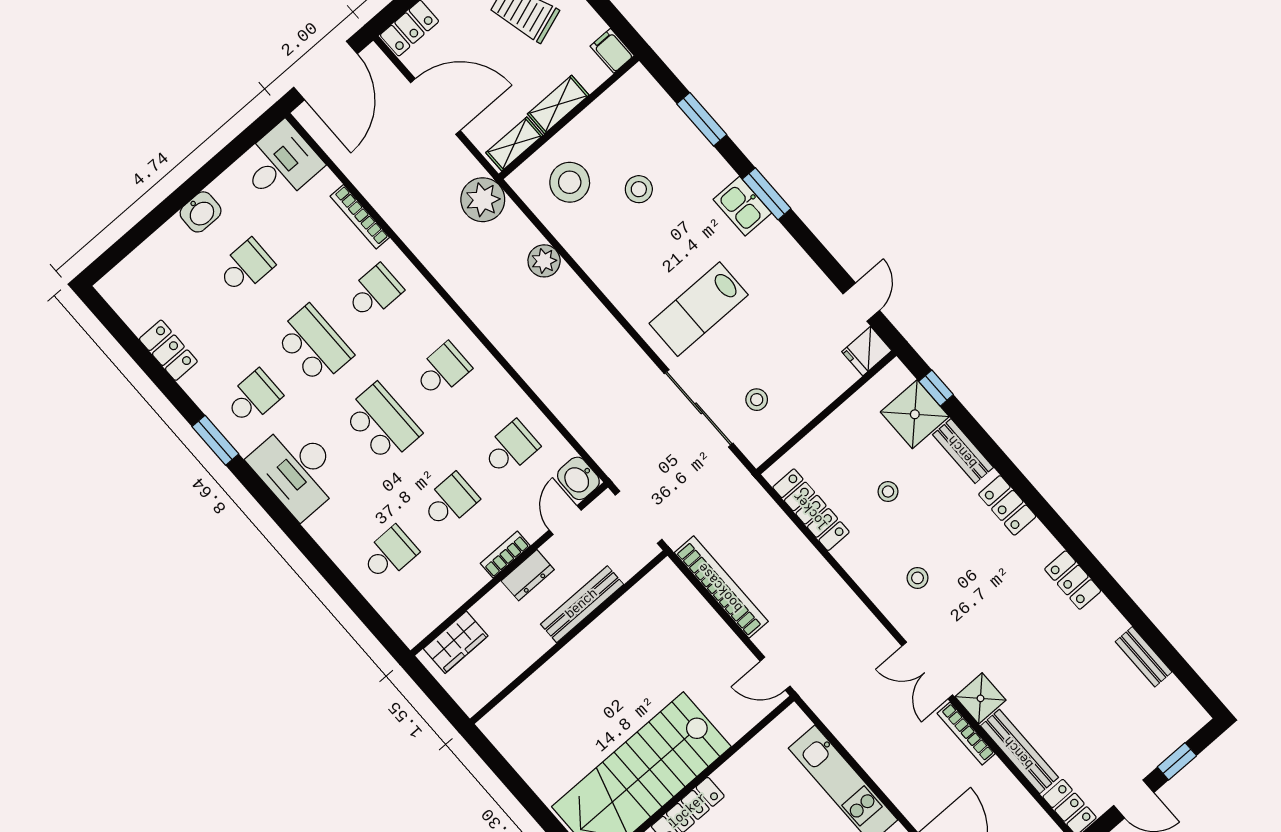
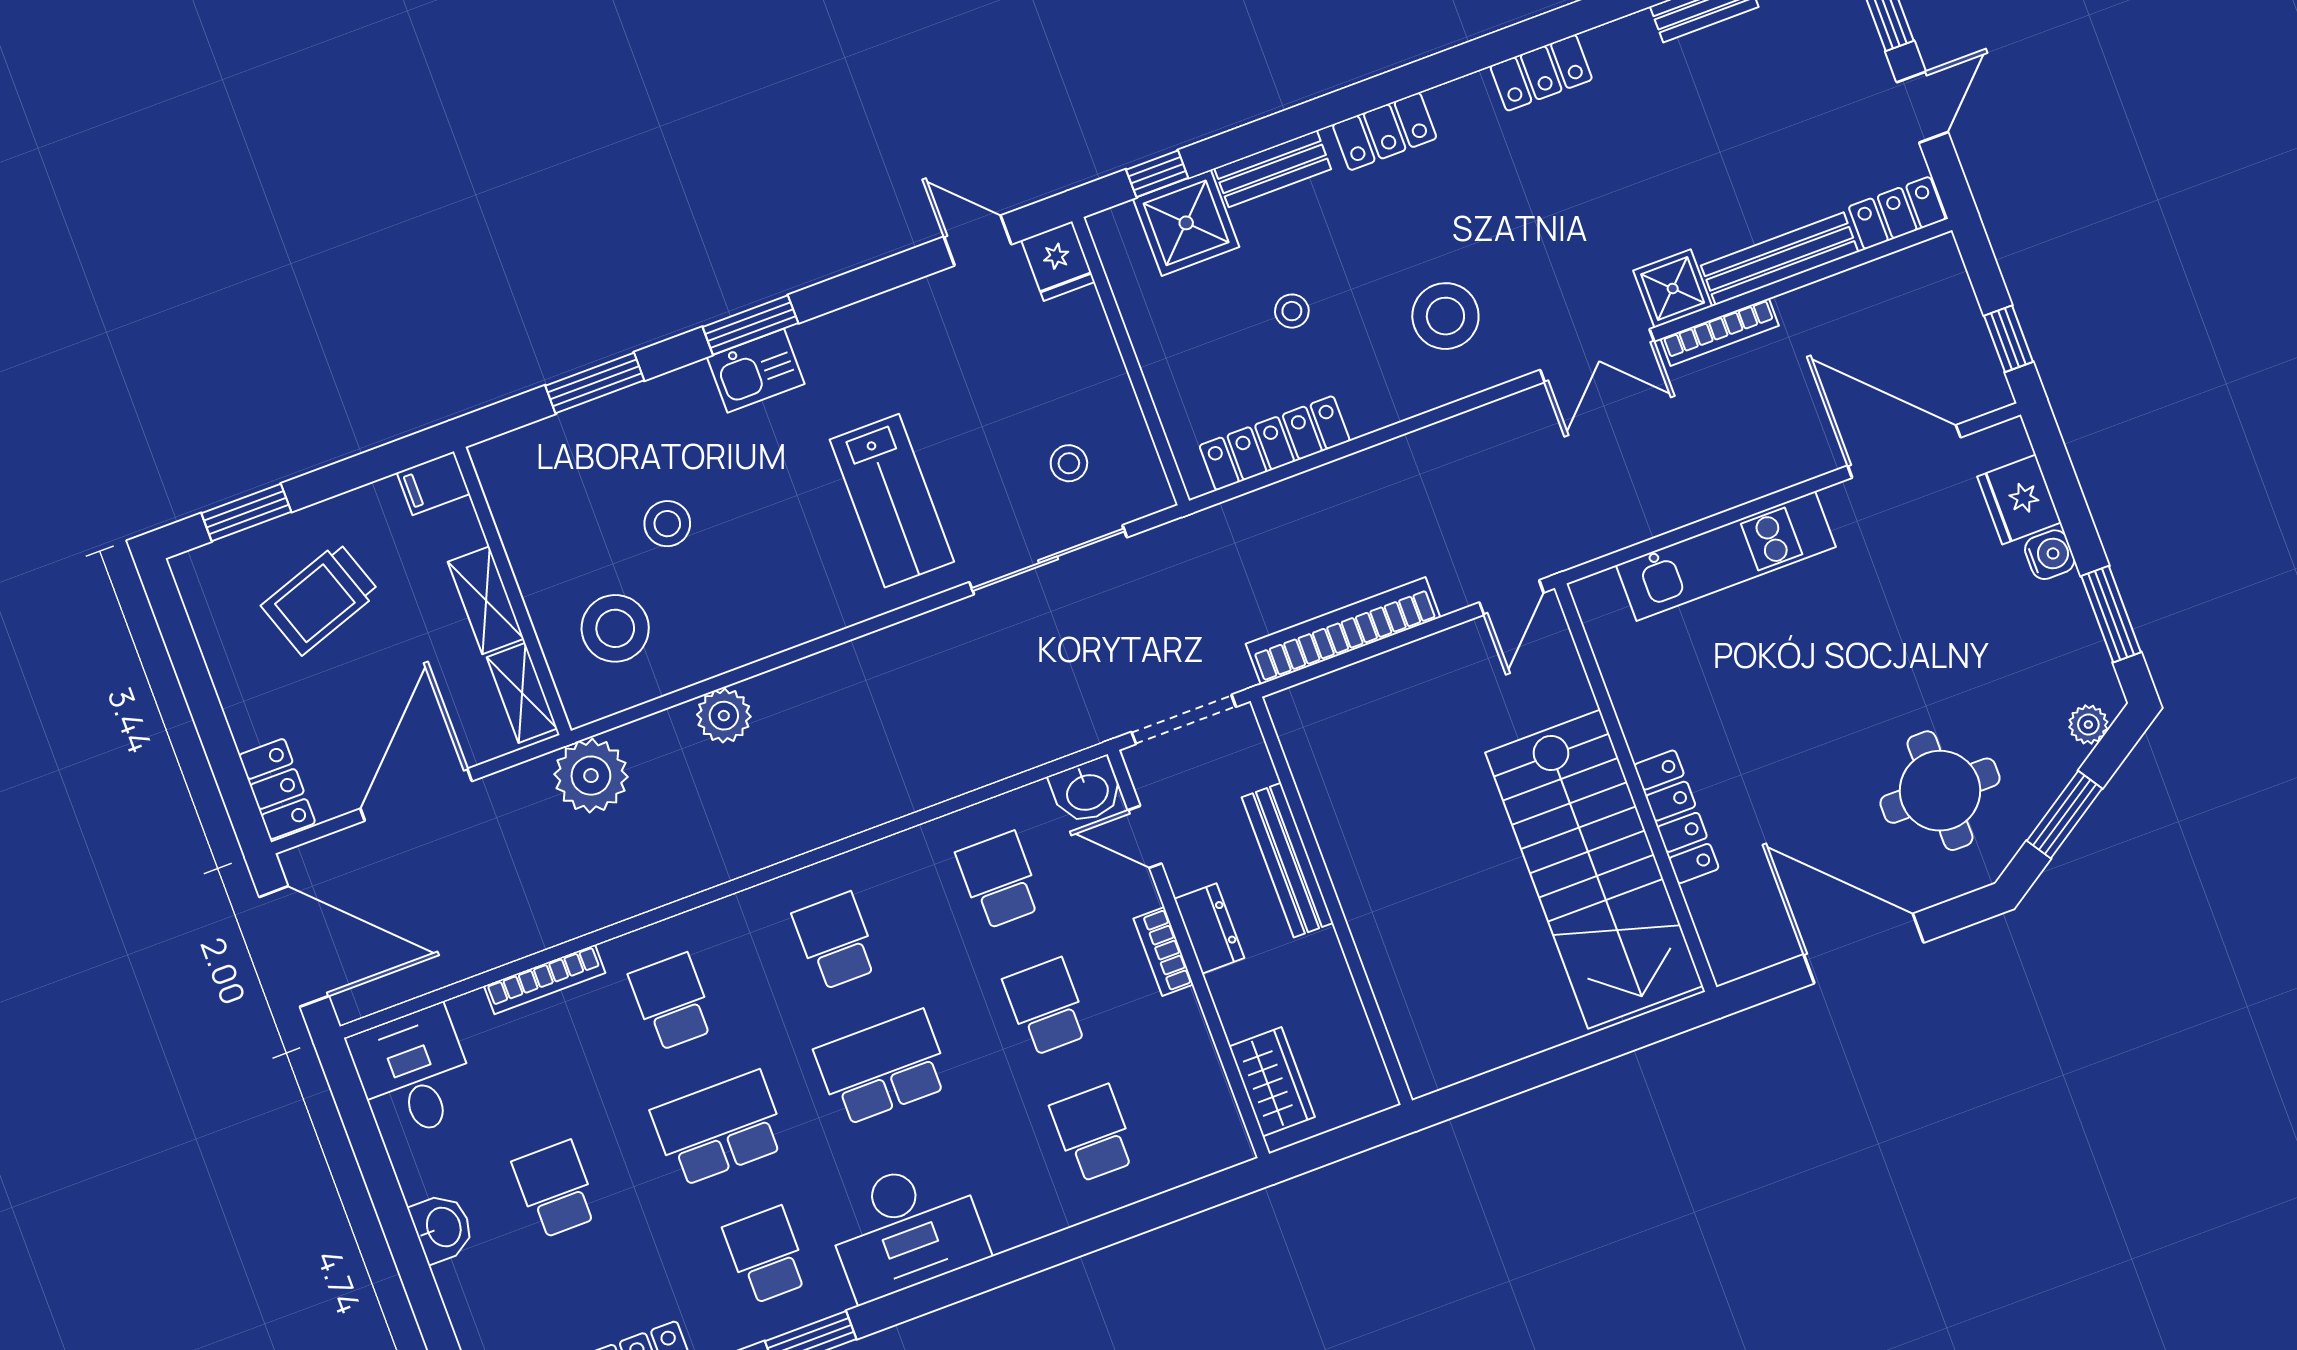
stool: (918, 578) -> (1445, 316), width x1.89, depth x1.89

